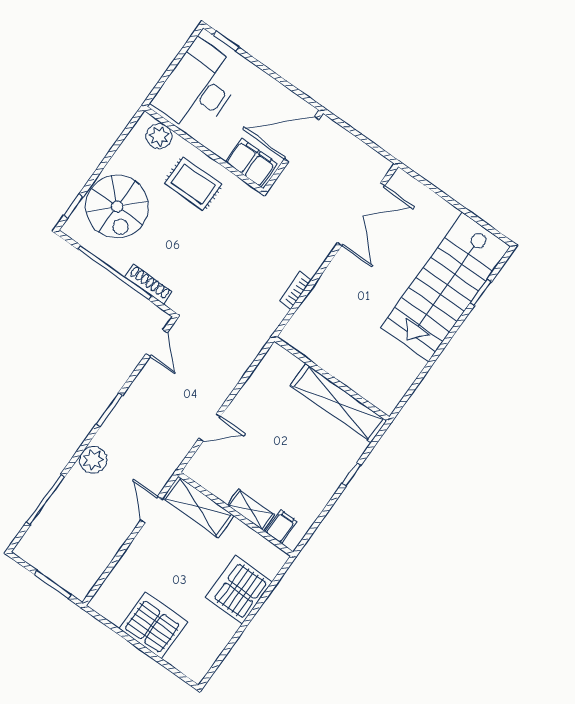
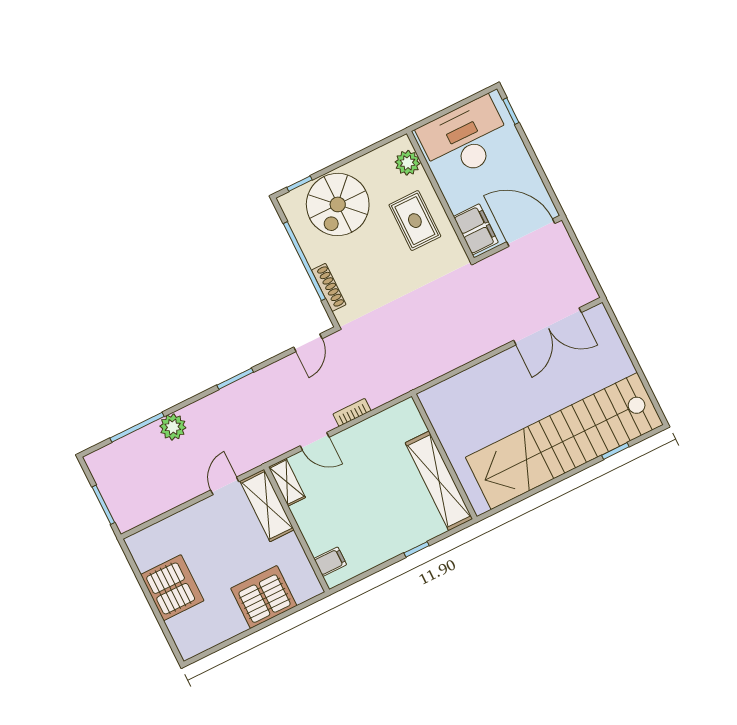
stairs: (446, 287) -> (564, 441), width x1.36
bookcase: (296, 290) -> (352, 412), moved
plant: (93, 460) -> (173, 427), moved
shelving: (251, 510) -> (287, 482), moved

